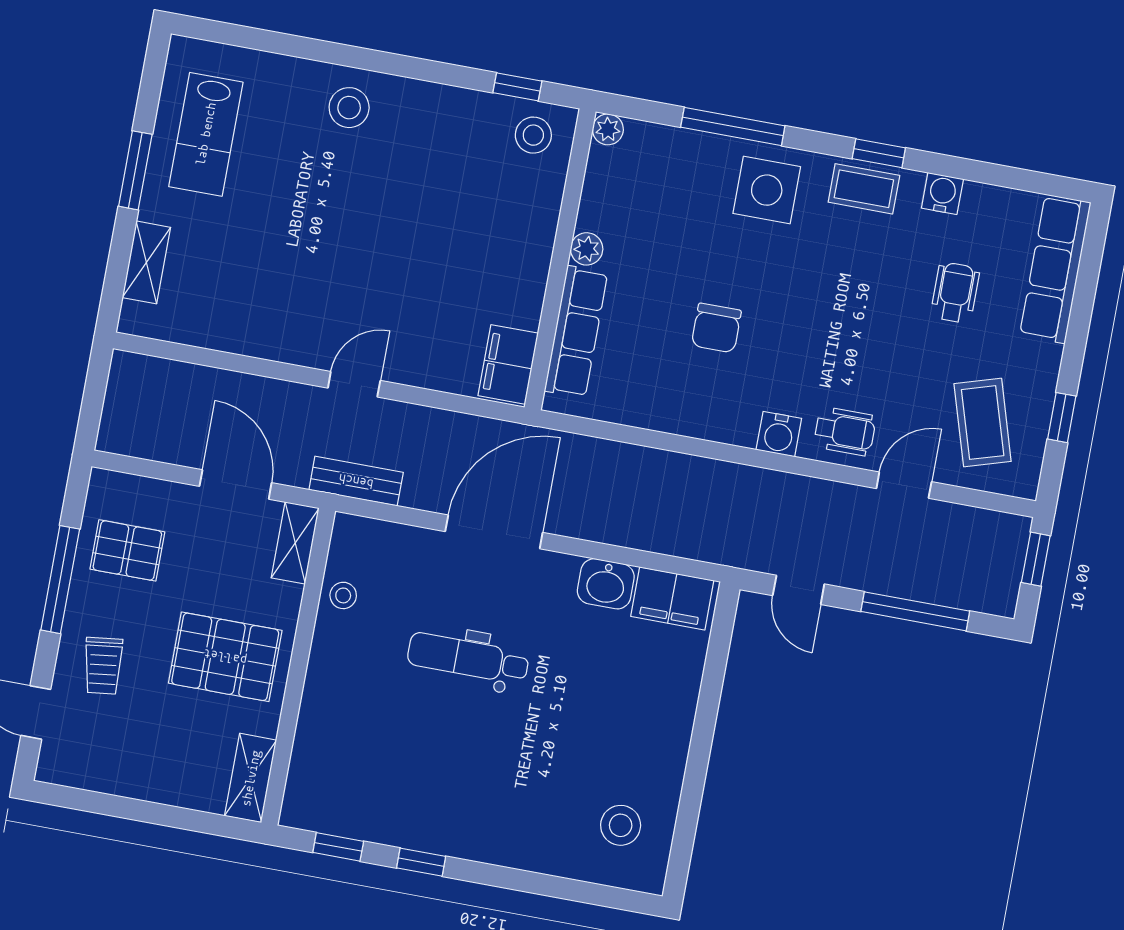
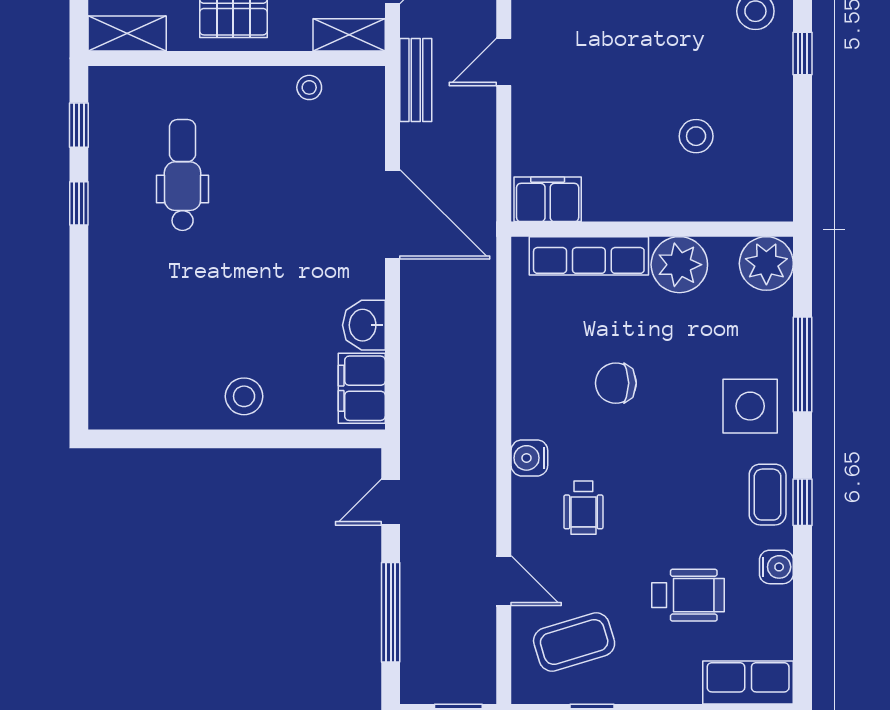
window: (517, 87) -> (802, 53), moved
plant: (608, 129) -> (766, 263), width x1.88, depth x1.88
stool: (533, 135) -> (696, 136), moved
plant: (587, 249) -> (679, 265), width x1.87, depth x1.87
row of seats: (1055, 269) -> (748, 683), width x0.68
wheelchair: (955, 293) -> (688, 595), width x1.36, depth x1.37
door: (354, 384) -> (504, 62), swing flipped
wheelchair: (845, 431) -> (583, 508), moved
dental chair: (468, 658) -> (183, 175), moved
stool: (621, 825) -> (244, 396), moved

